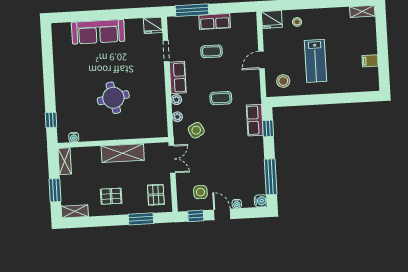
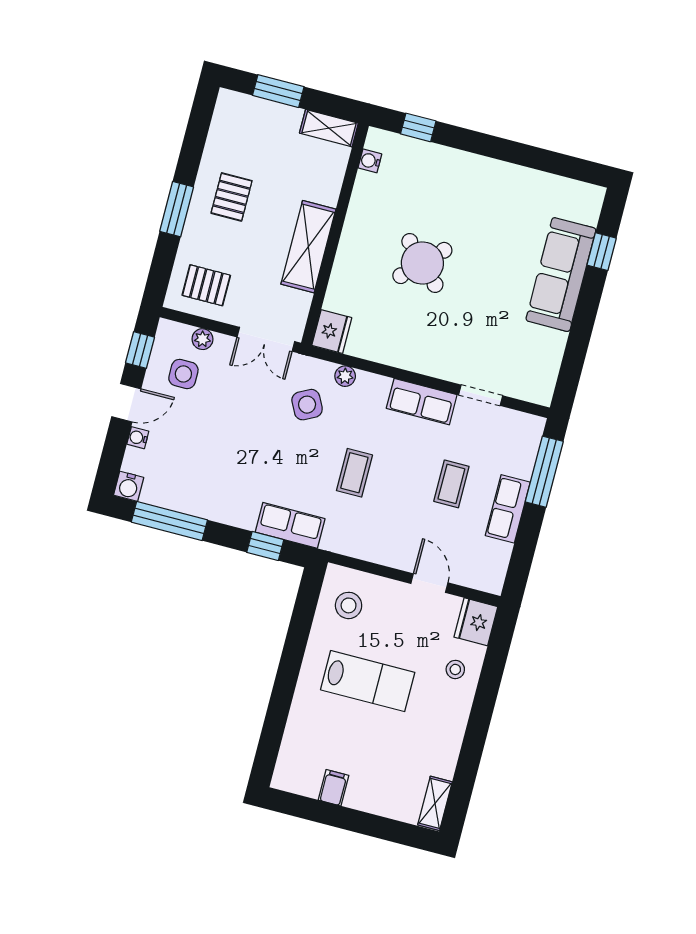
window: (81, 16) -> (602, 252), added
fridge: (153, 25) -> (332, 331), moved, turned 180
door: (262, 60) -> (429, 583), moved
lab bench: (316, 61) -> (368, 681), turned 180
round table: (113, 98) -> (422, 263), turned -34
plant: (176, 100) -> (202, 339), moved
shelving: (75, 211) -> (225, 116), removed
window: (141, 219) -> (177, 209), moved

